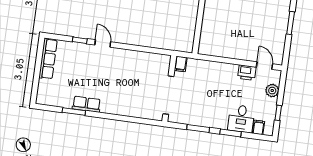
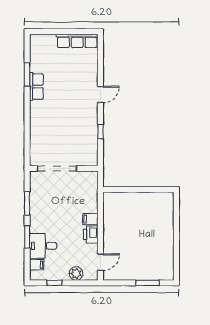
window: (80, 40) -> (100, 132), moved
filing cabinet: (181, 64) -> (90, 219), moved
printer: (247, 73) -> (91, 234), moved

